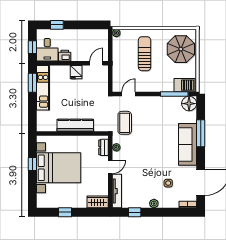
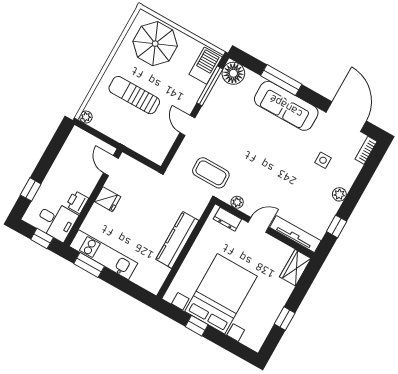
door: (129, 94) -> (187, 125), moved
door: (110, 167) -> (258, 225), hinge flipped

